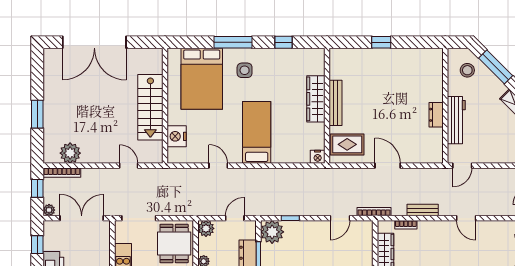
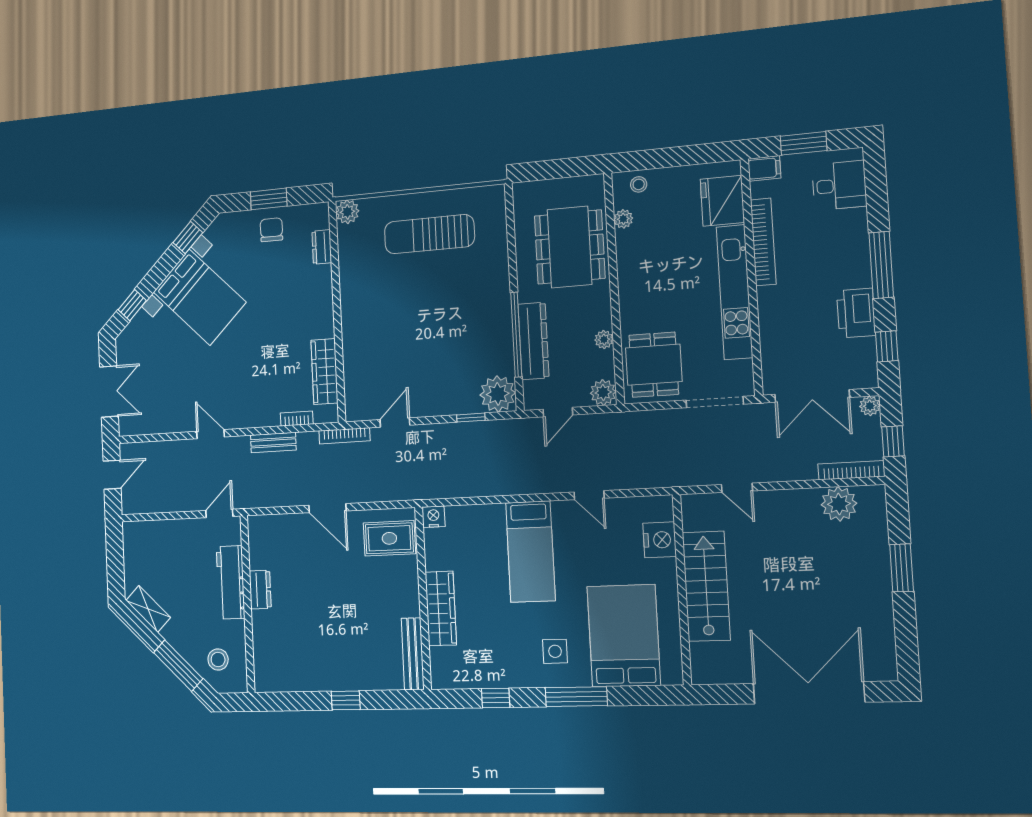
bench: (336, 103) -> (413, 654), moved

